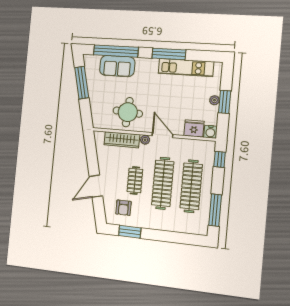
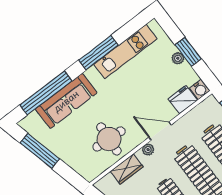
sofa: (117, 66) -> (66, 101), width x1.36
wardrobe: (122, 140) -> (127, 169), width x0.67

